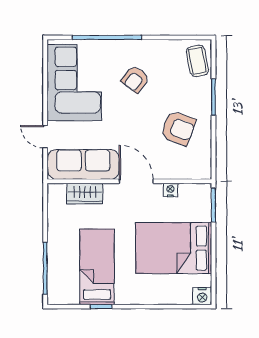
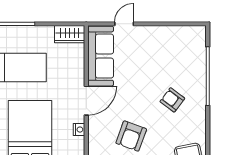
corner sofa: (74, 83) -> (170, 48), removed
wardrobe: (85, 194) -> (70, 34), moved, turned -90

